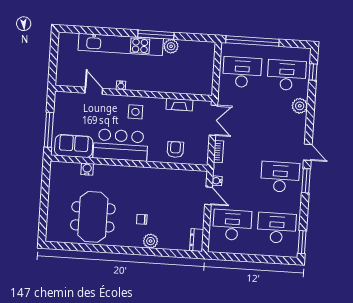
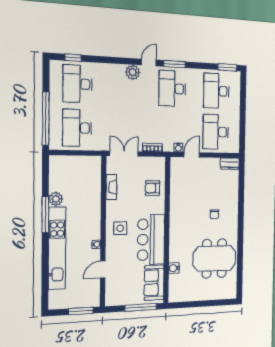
window: (53, 65) -> (81, 311), added
plant: (300, 106) -> (133, 72), moved
plant: (151, 241) -> (232, 205), removed

